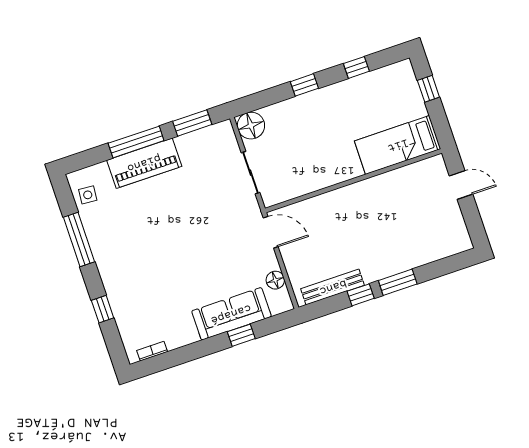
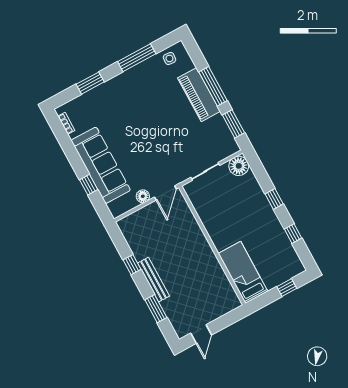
door: (461, 185) -> (201, 334), moved
floor lamp: (275, 280) -> (143, 196), moved
window: (398, 282) -> (156, 309), moved
bench: (333, 287) -> (154, 280), moved
window: (103, 309) -> (90, 83), width x1.50
sofa: (231, 314) -> (101, 165), width x1.36, depth x1.27

